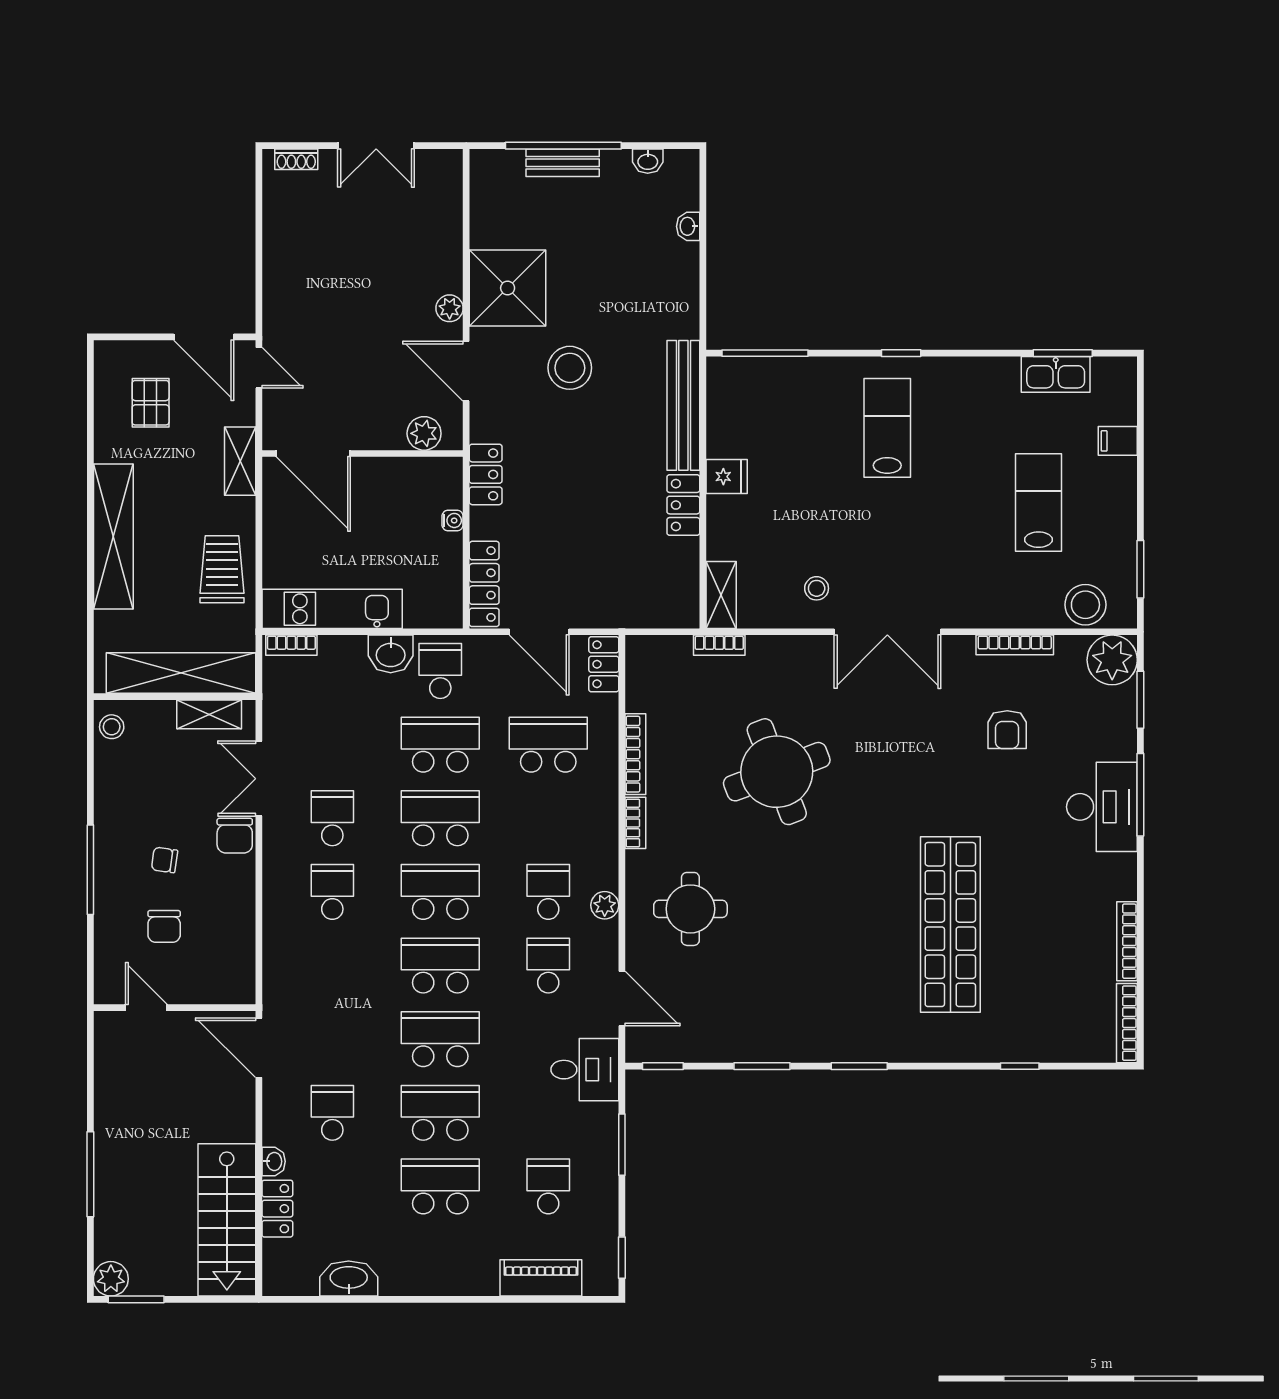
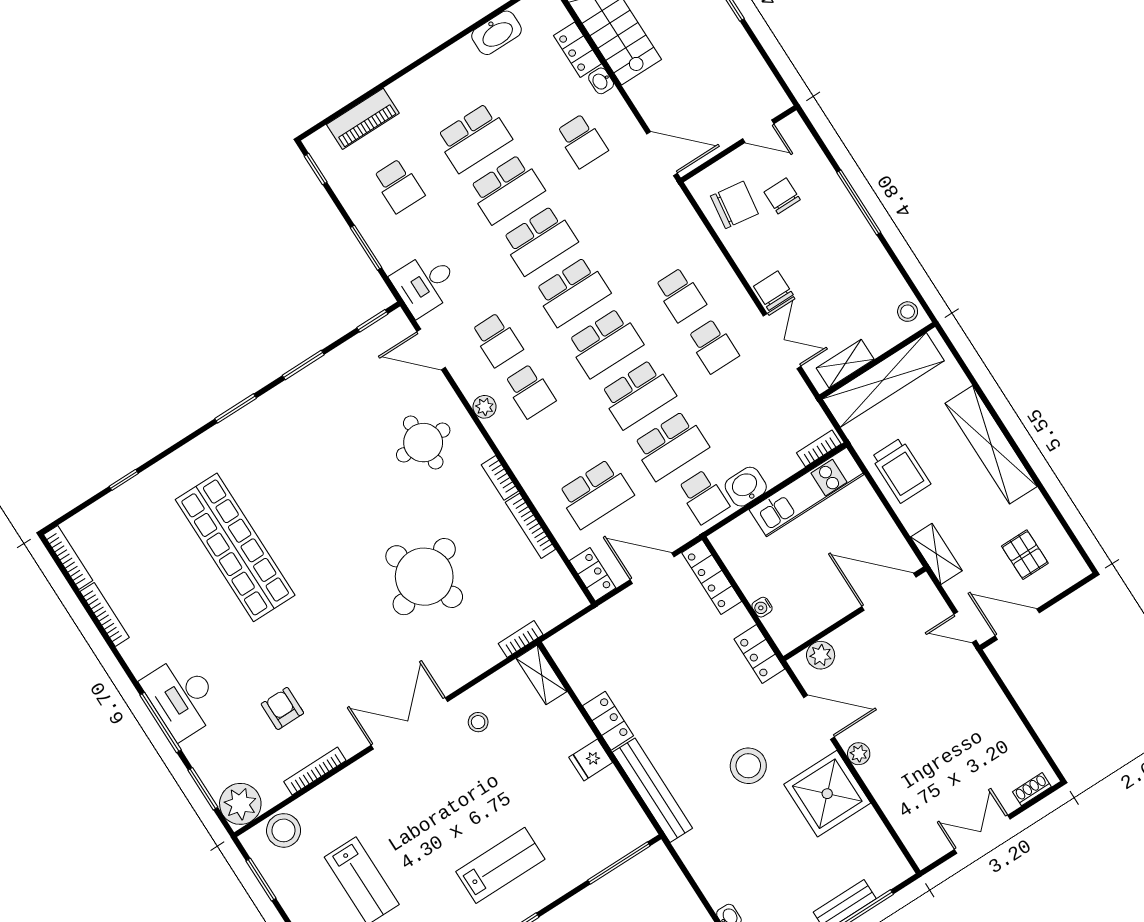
lab bench: (887, 428) -> (500, 865), turned -90
chair: (164, 860) -> (734, 205), moved, width x1.87, depth x1.87

